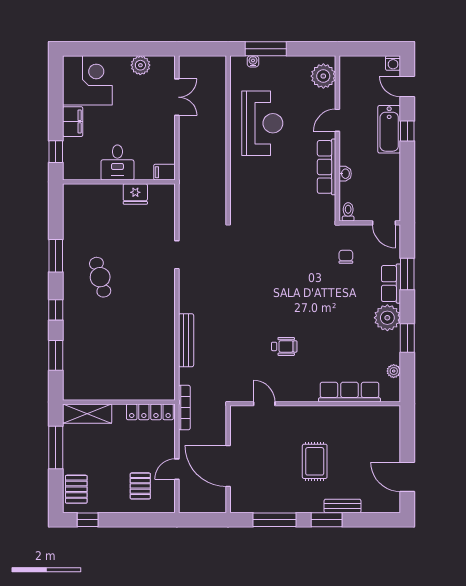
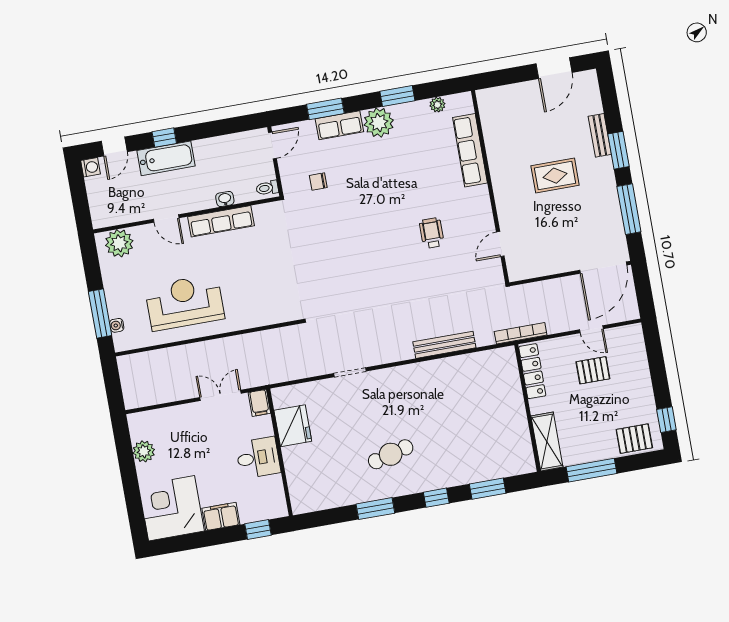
double door: (177, 97) -> (220, 395), moved
fridge: (135, 194) -> (293, 426), width x1.36, depth x1.34
door: (228, 466) -> (603, 268), moved
pallet: (140, 486) -> (593, 370), moved

